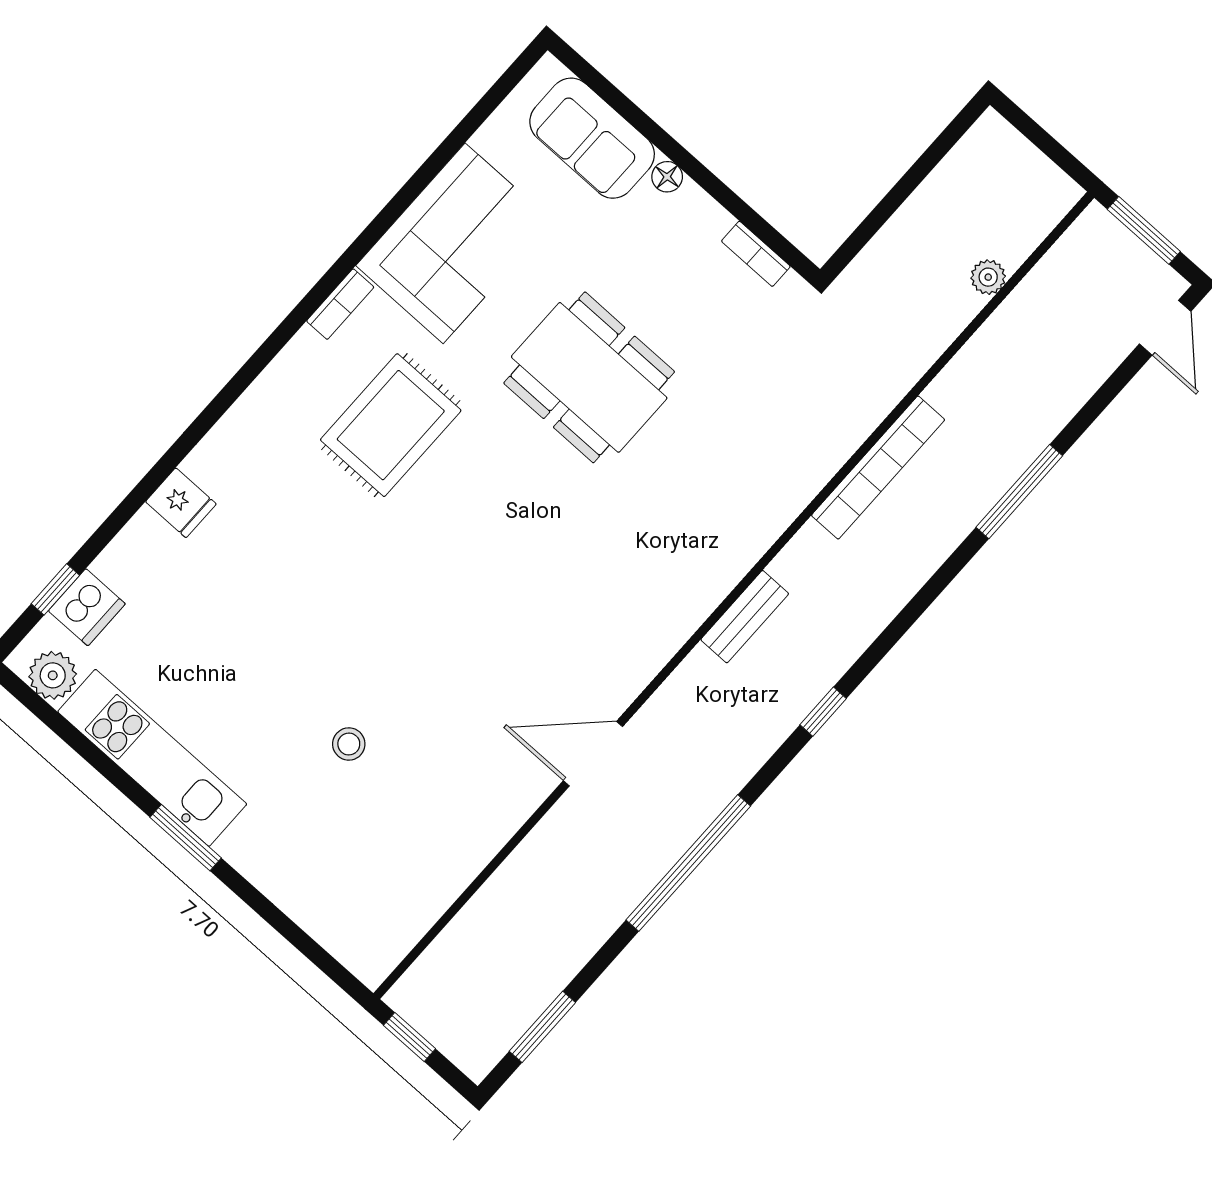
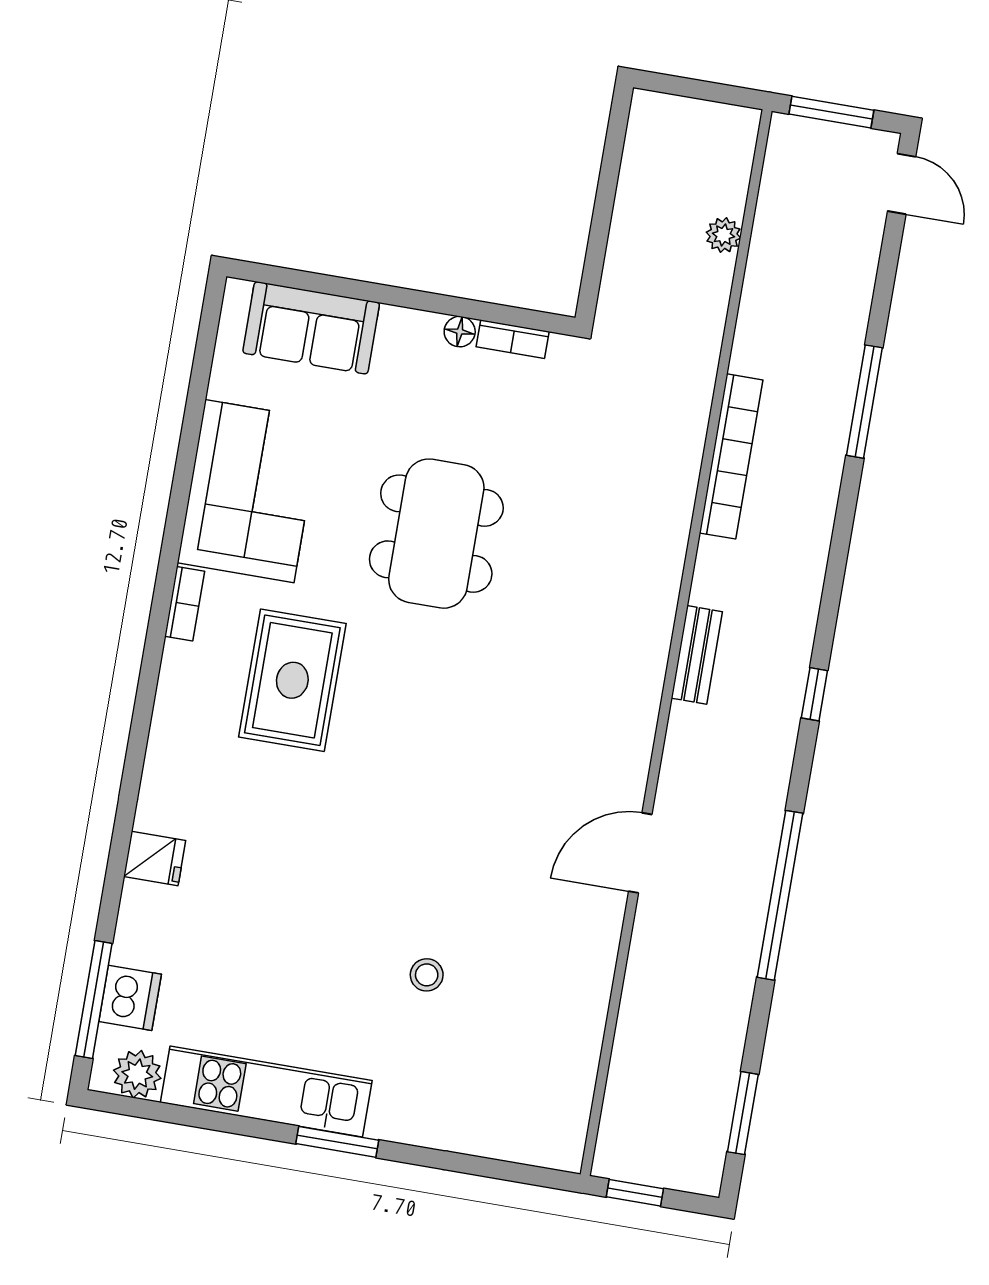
floor lamp: (667, 177) -> (460, 332), moved
dining table: (589, 377) -> (436, 534), turned 90
window: (55, 589) -> (94, 999), width x2.17

